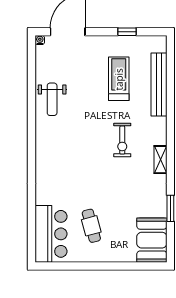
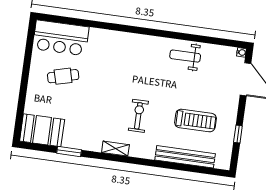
exercise bike: (122, 140) -> (138, 116), turned 90

